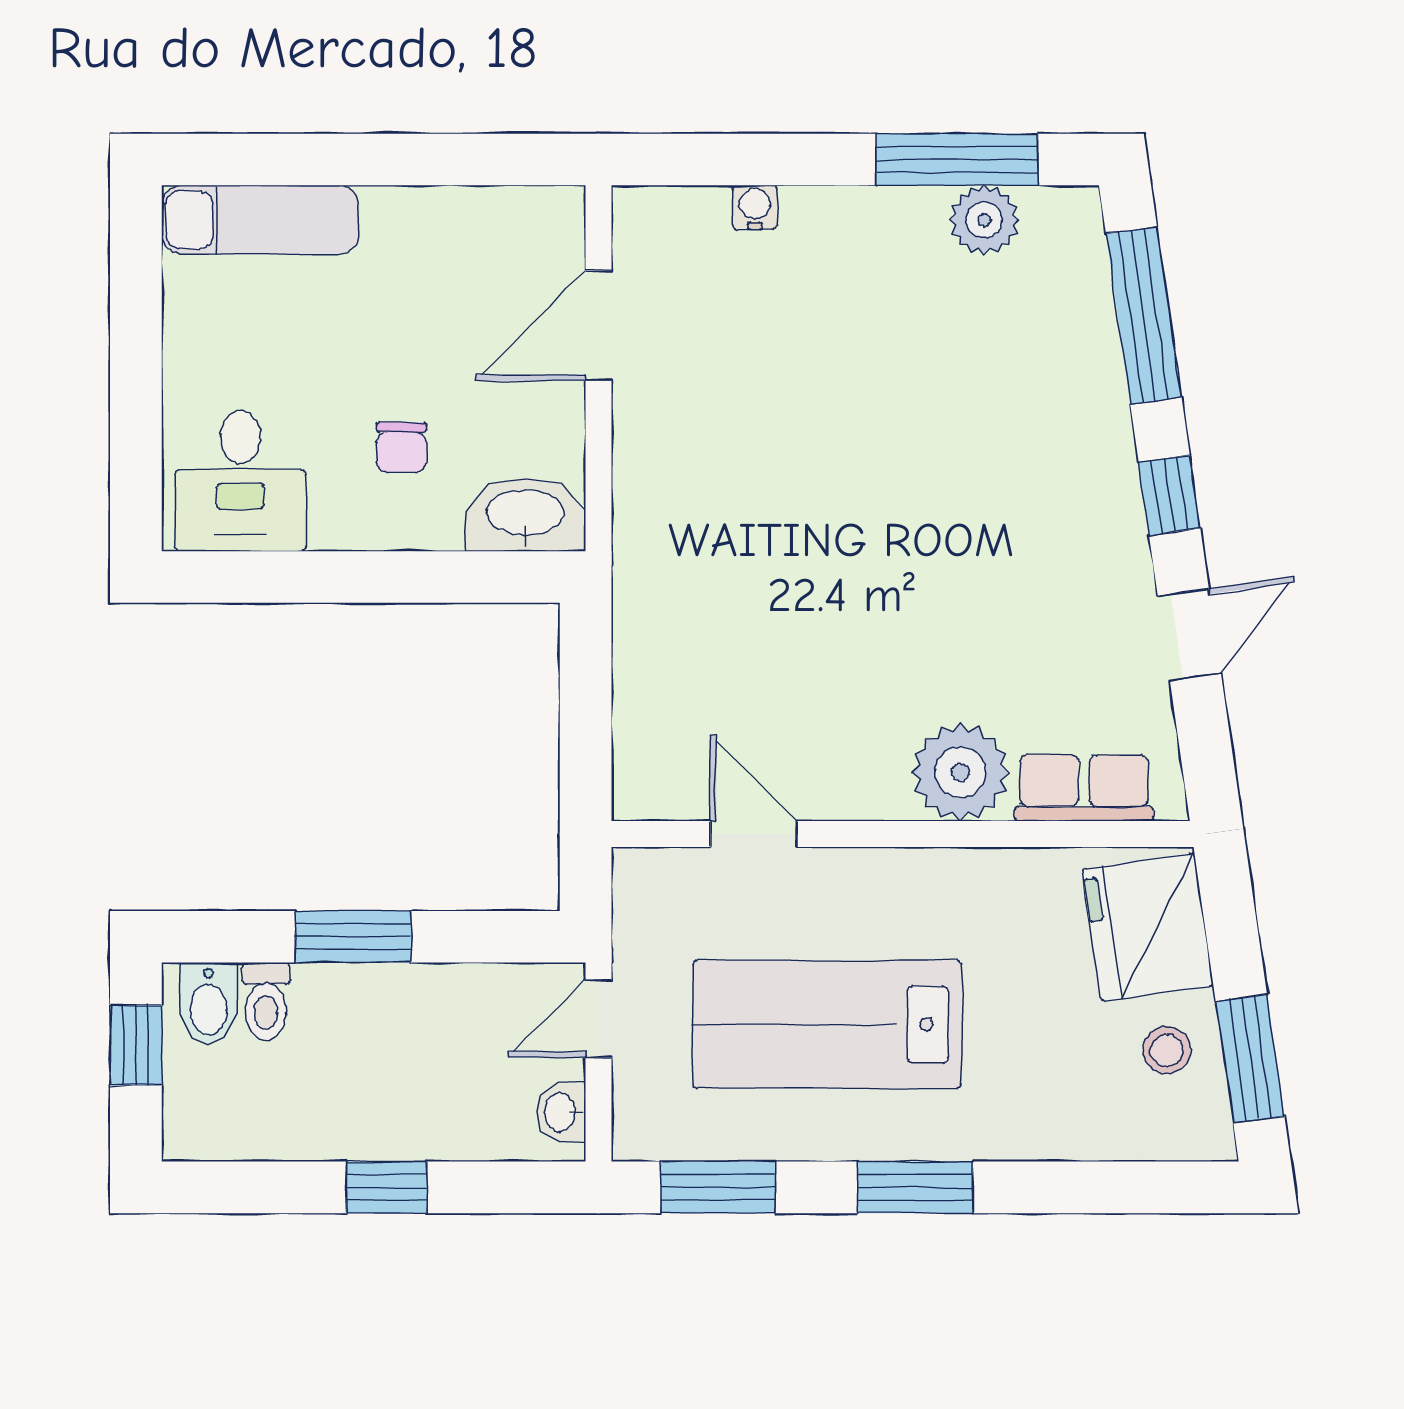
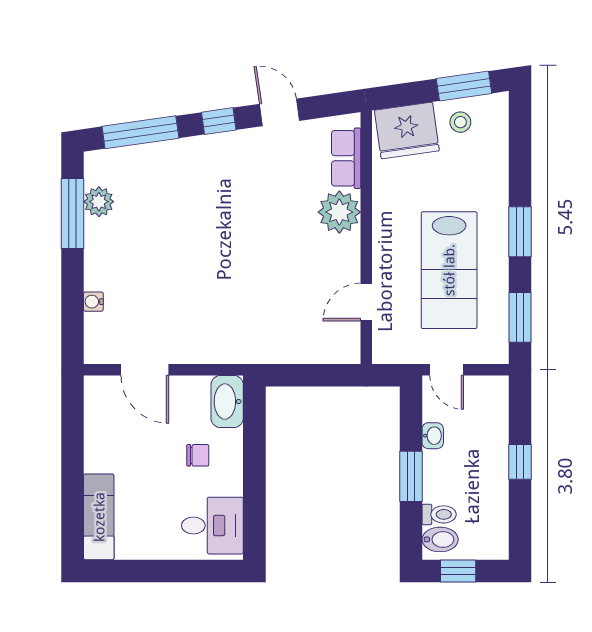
washbasin: (561, 1112) -> (433, 436), moved, turned -90

